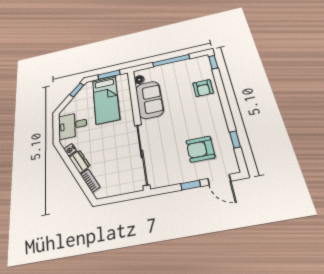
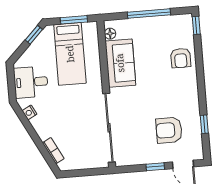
dresser: (80, 162) -> (41, 128), removed

